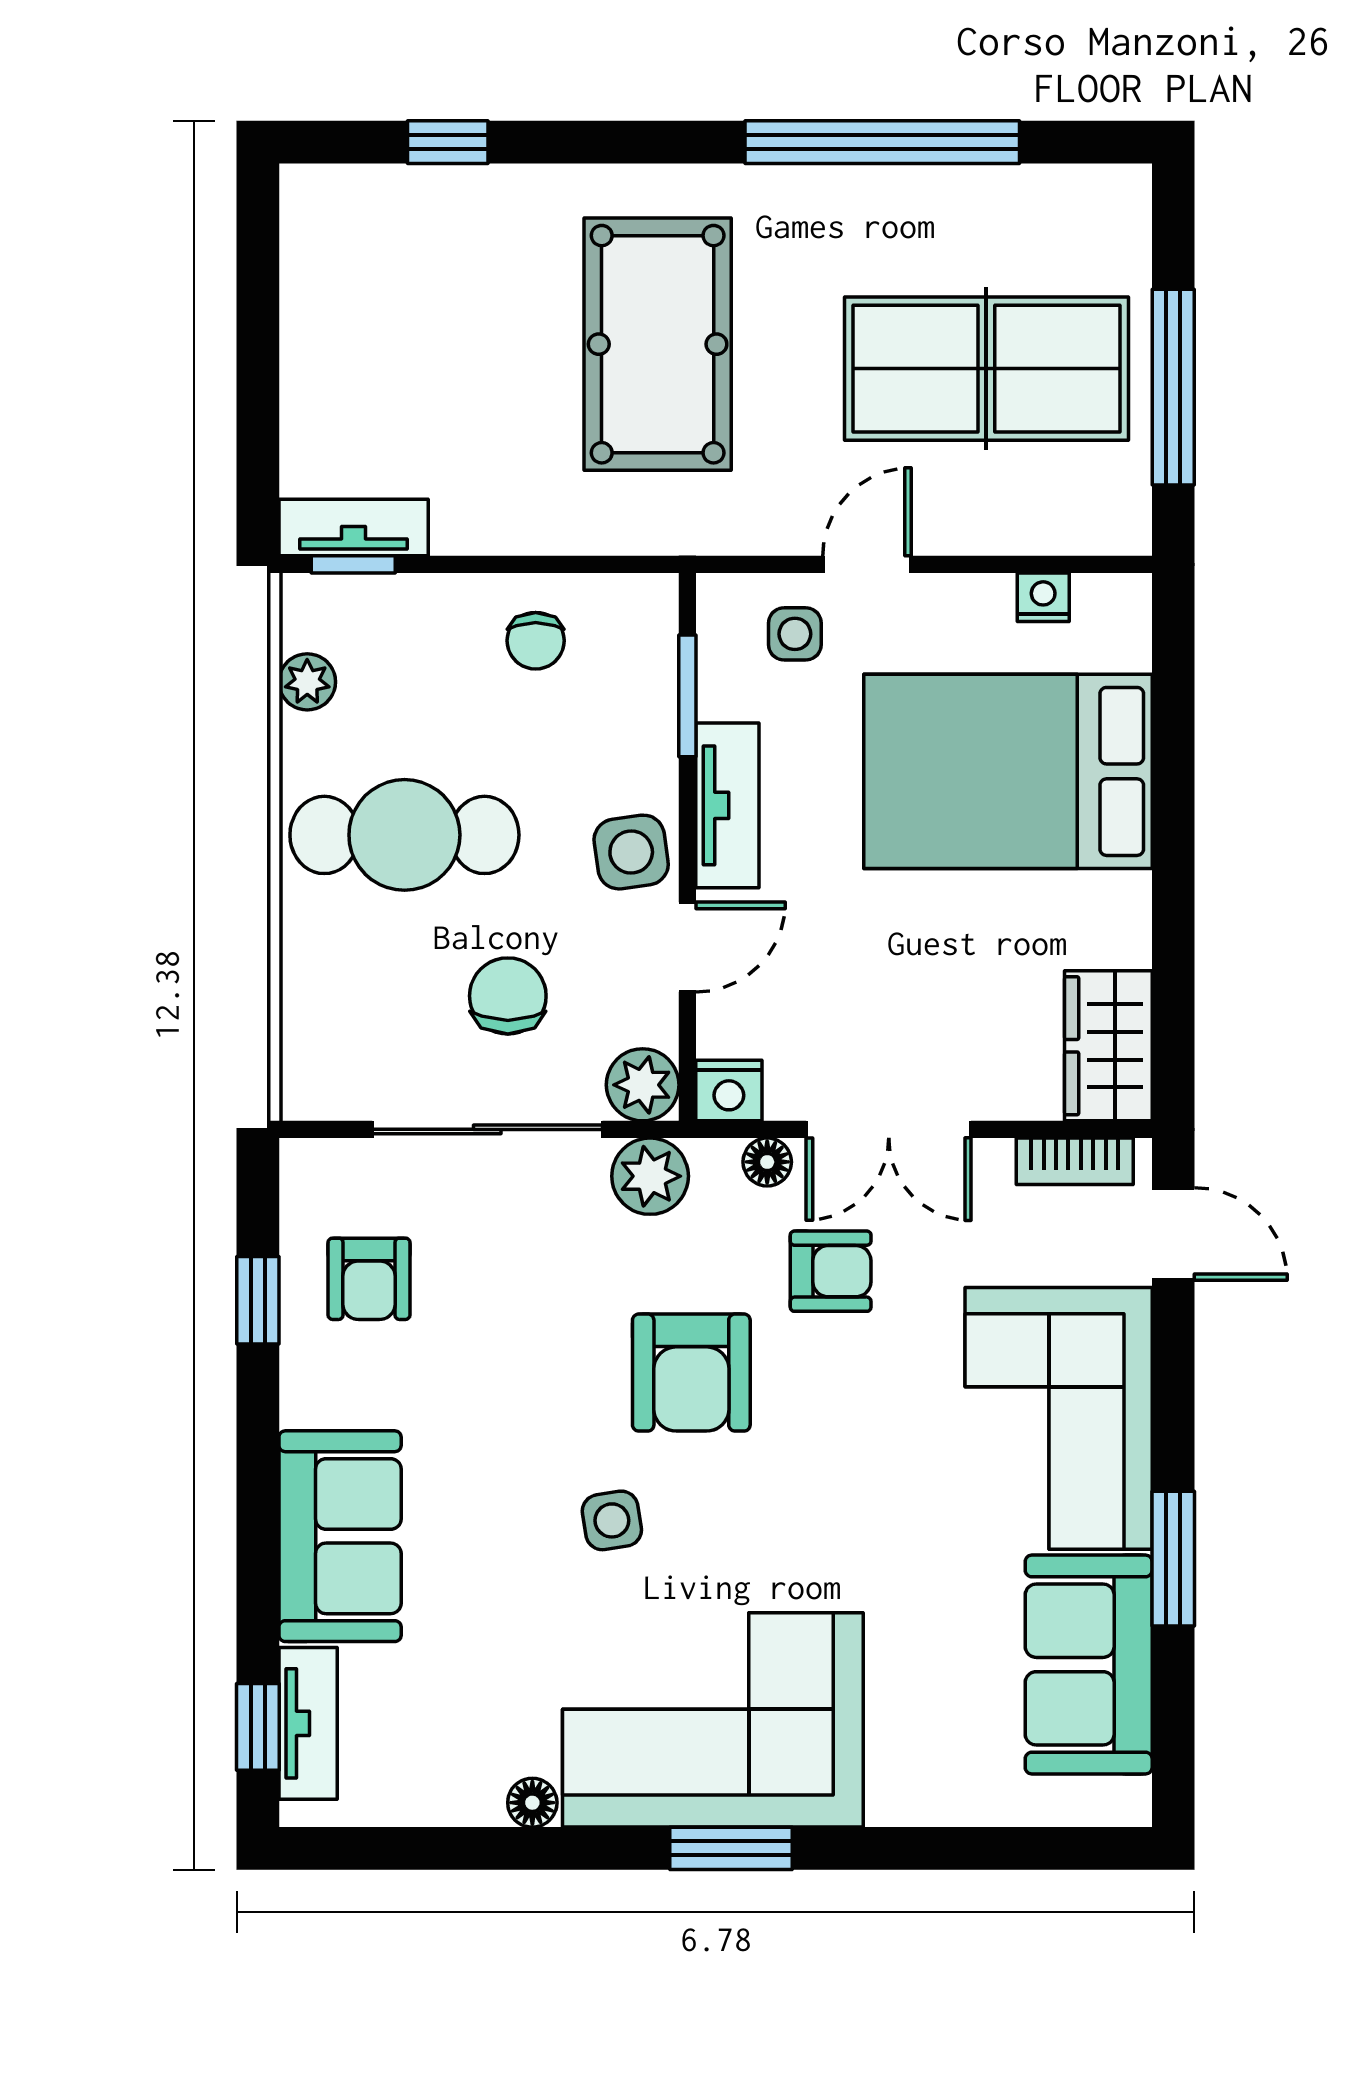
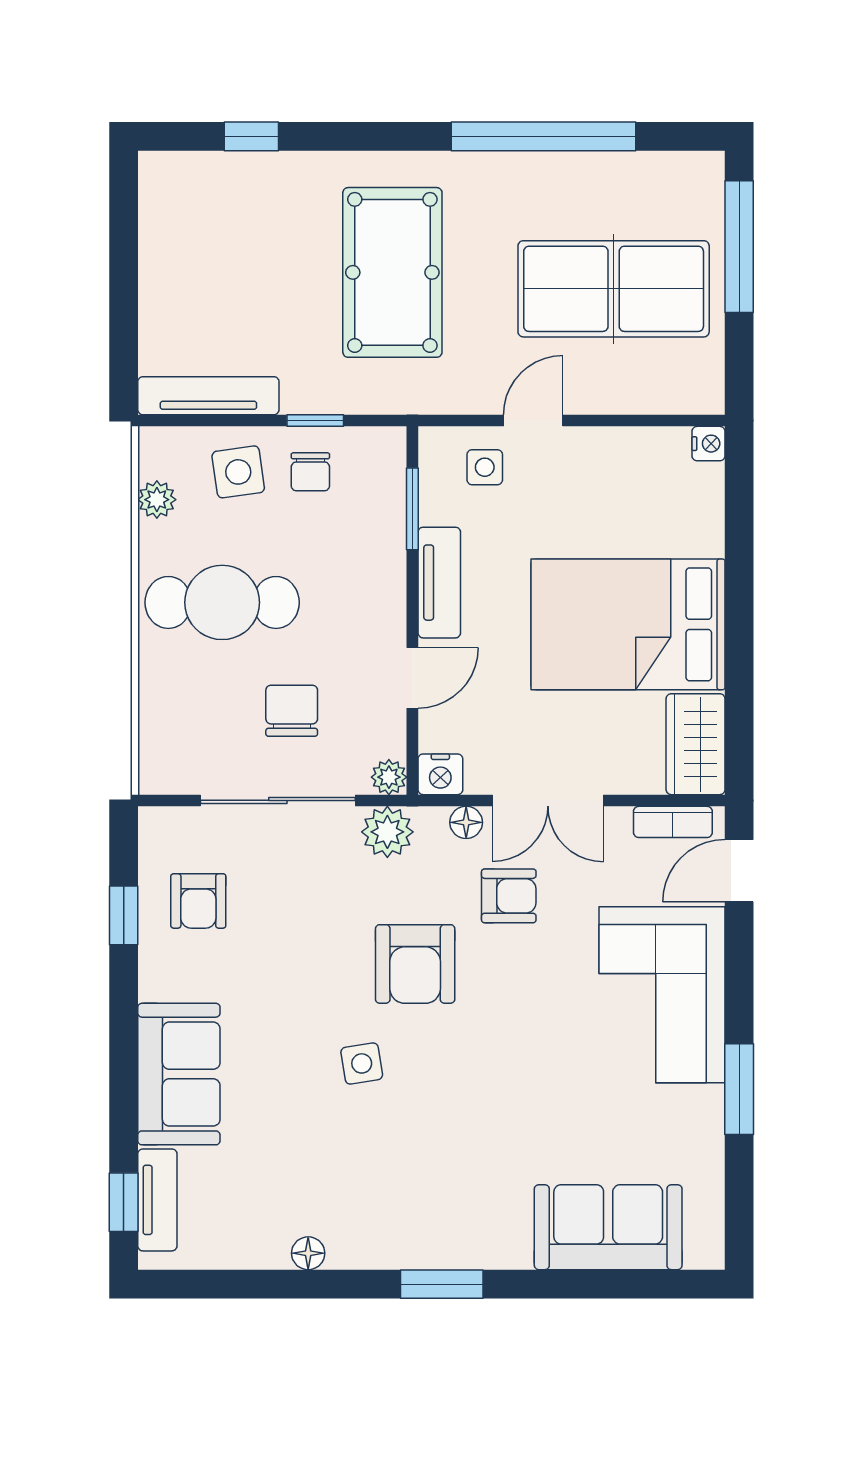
window: (1173, 387) -> (739, 247), moved
tv unit: (354, 528) -> (208, 396), width x1.41
window: (353, 564) -> (315, 421), moved
nightstand: (1043, 597) -> (708, 444), moved, turned 90
bed: (1008, 771) -> (628, 624), moved
side table: (631, 852) -> (238, 472), moved
plant: (643, 1085) -> (389, 777), width x0.73, depth x0.73
door: (1173, 1234) -> (739, 871), swing flipped
sofa: (1089, 1665) -> (608, 1227), moved, turned 90
corner sofa: (713, 1720) -> (430, 1198), removed

